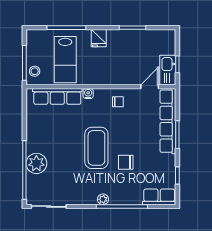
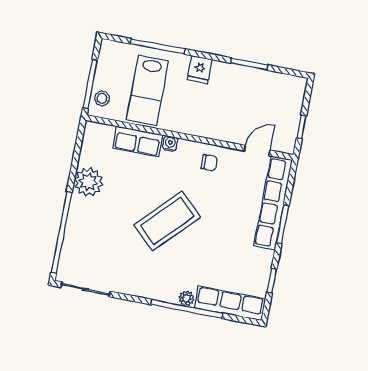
kitchen sink: (168, 70) -> (287, 132), removed
row of seats: (57, 96) -> (138, 141), width x0.68
coffee table: (96, 148) -> (167, 221), turned 44
chair: (126, 162) -> (204, 249), removed
plant: (36, 163) -> (88, 182), moved
row of seats: (159, 197) -> (230, 303), width x1.48
plant: (103, 199) -> (186, 298), moved

